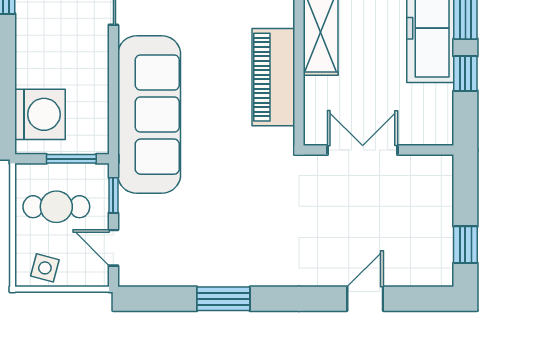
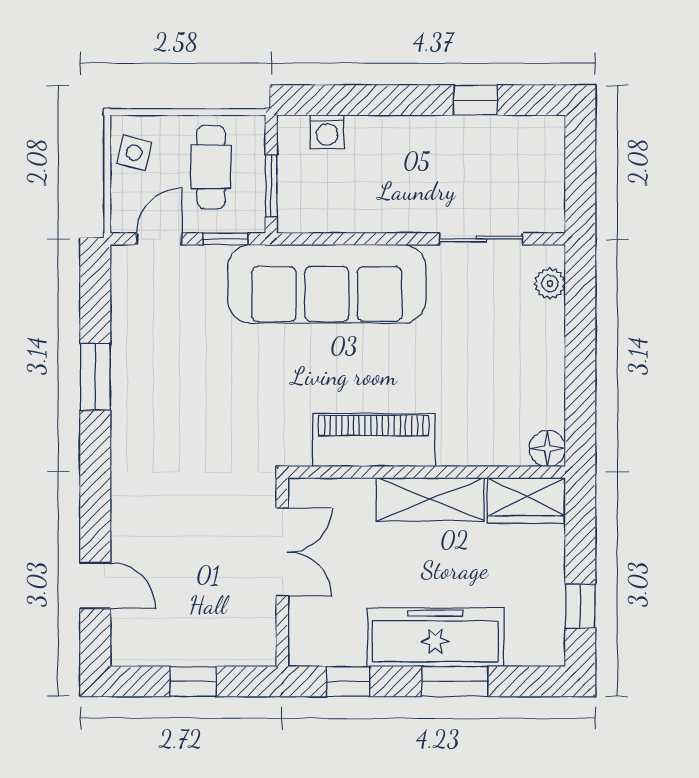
window: (465, 73) -> (348, 681), moved
washing machine: (40, 114) -> (327, 132), width x0.53, depth x0.53
window: (465, 245) -> (193, 681), moved
door: (365, 299) -> (95, 586), moved

